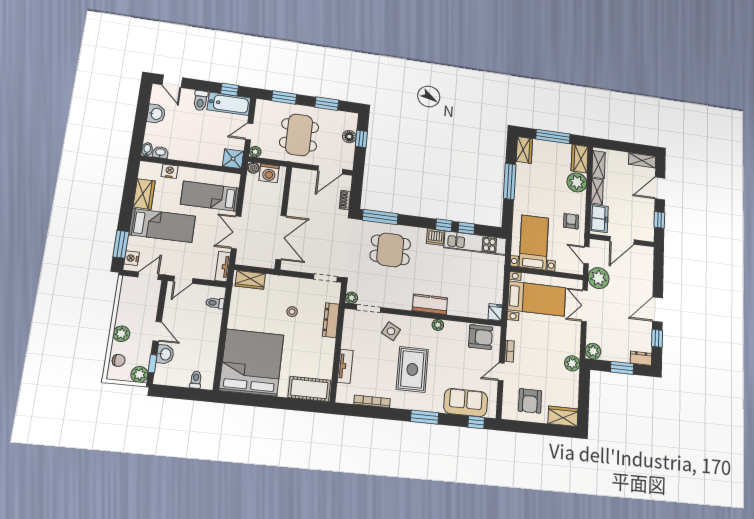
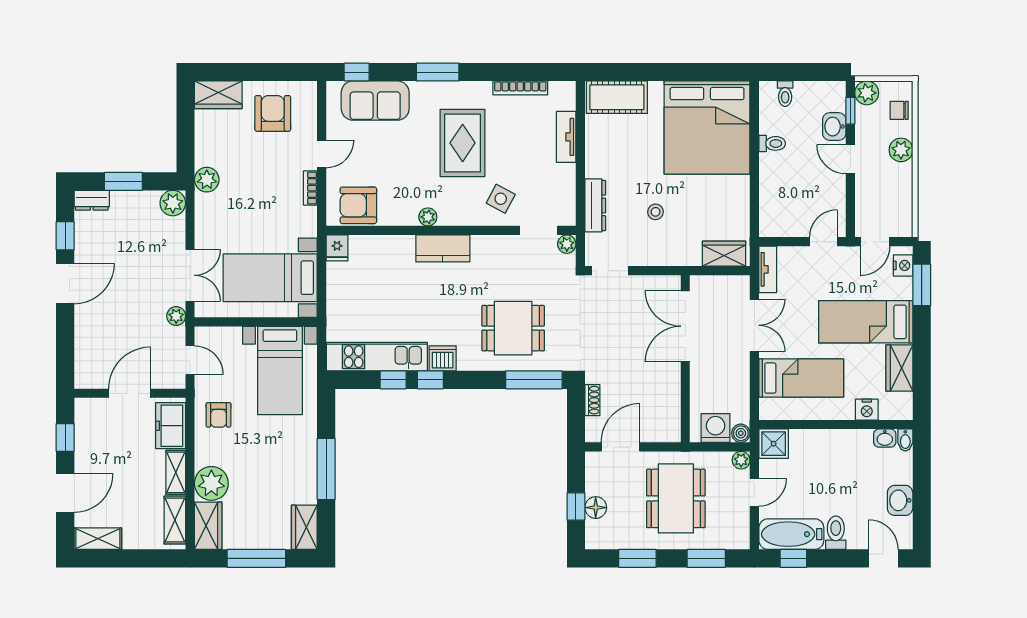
plant: (599, 278) -> (176, 316), width x0.53, depth x0.53
toilet: (215, 303) -> (772, 143), moved

